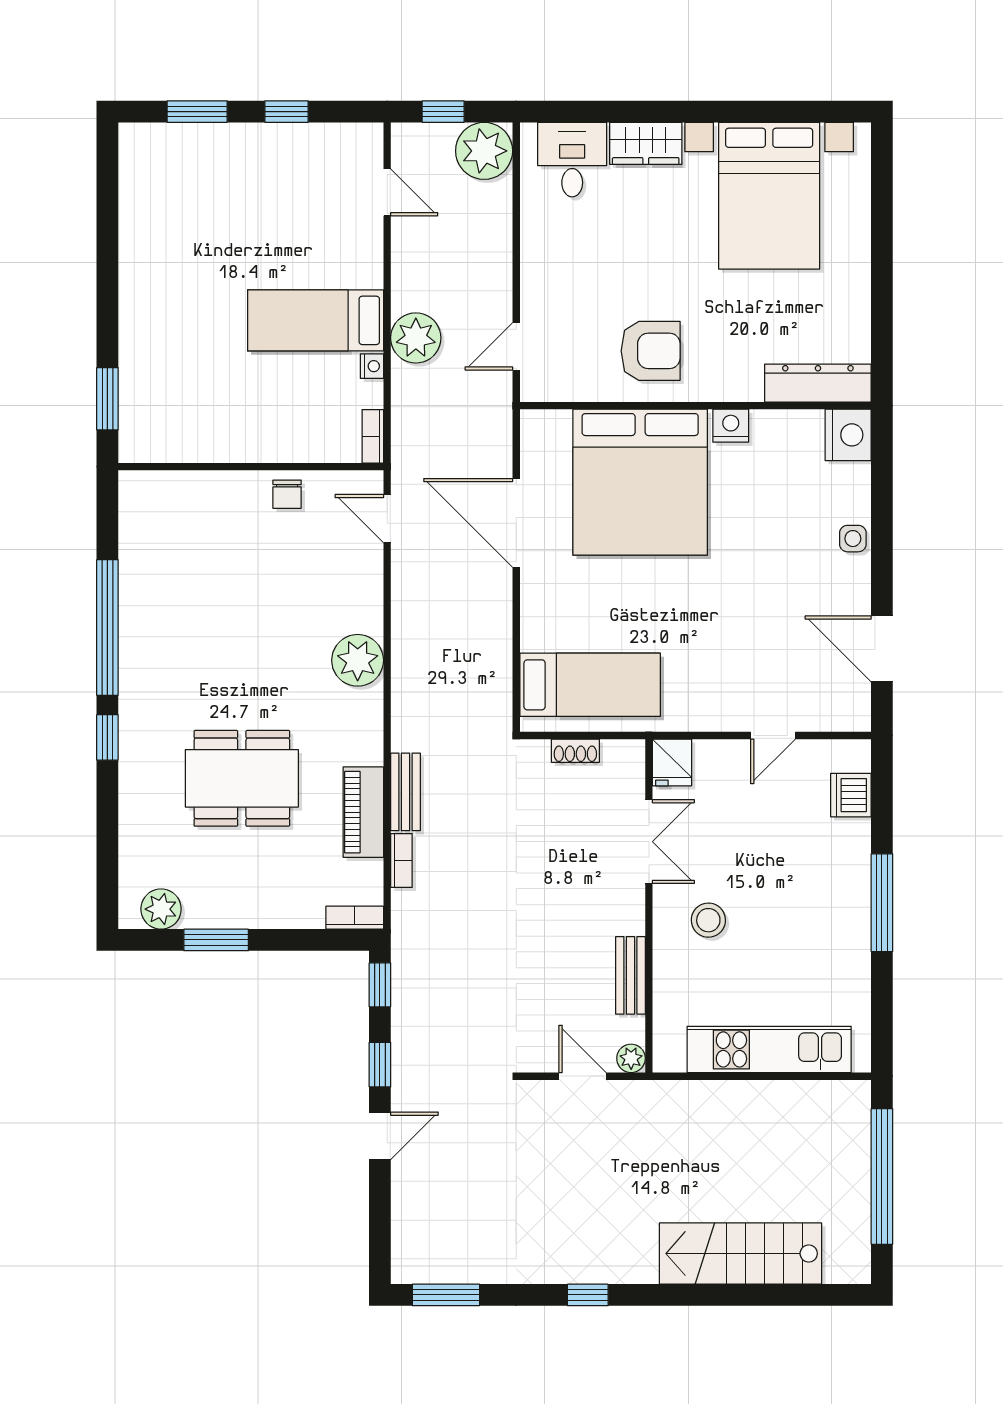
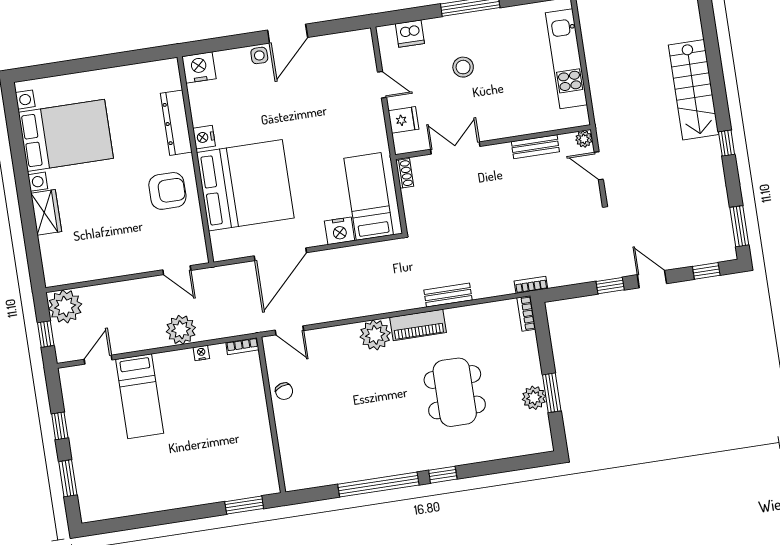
desk: (572, 160) -> (62, 254), removed
bed: (316, 320) -> (140, 396), moved
armchair: (651, 351) -> (167, 191), turned 90
dresser: (818, 383) -> (176, 123), moved
chair: (287, 494) -> (284, 391), turned 73
door: (387, 519) -> (289, 330), hinge flipped
nightstand: (540, 628) -> (340, 231), added
door: (882, 649) -> (288, 34), moved
shoe rack: (575, 751) -> (405, 173), moved
fridge: (672, 762) -> (403, 120), moved
piano: (363, 812) -> (418, 325), moved
bookcase: (401, 861) -> (531, 285), moved
plant: (161, 909) -> (534, 398), moved
stool: (708, 920) -> (463, 67), moved
window: (380, 985) -> (706, 271), moved
door: (583, 1076) -> (599, 166), hinge flipped
stairs: (741, 1254) -> (694, 90), moved

